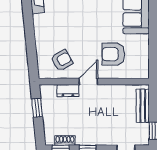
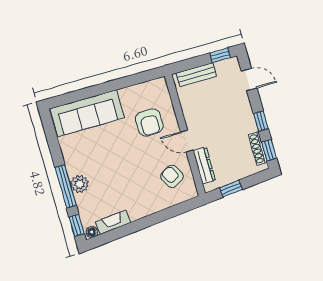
dresser: (68, 91) -> (204, 166), width x1.44
shoe rack: (65, 140) -> (258, 148), width x1.43

